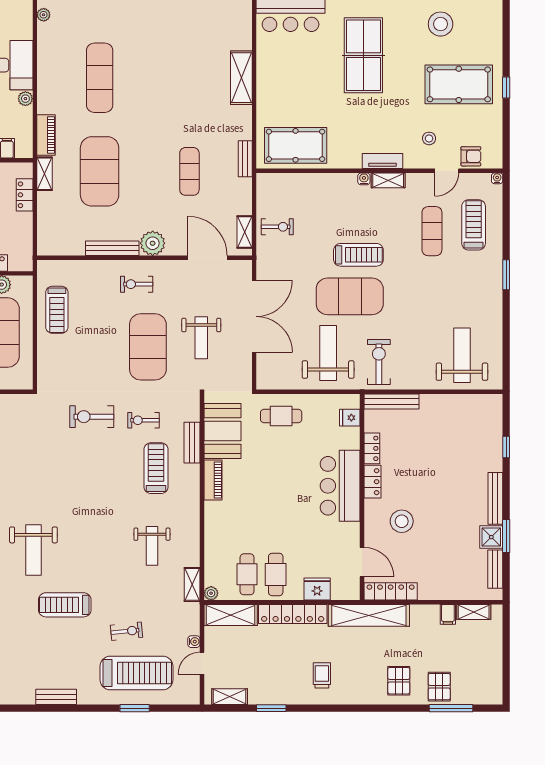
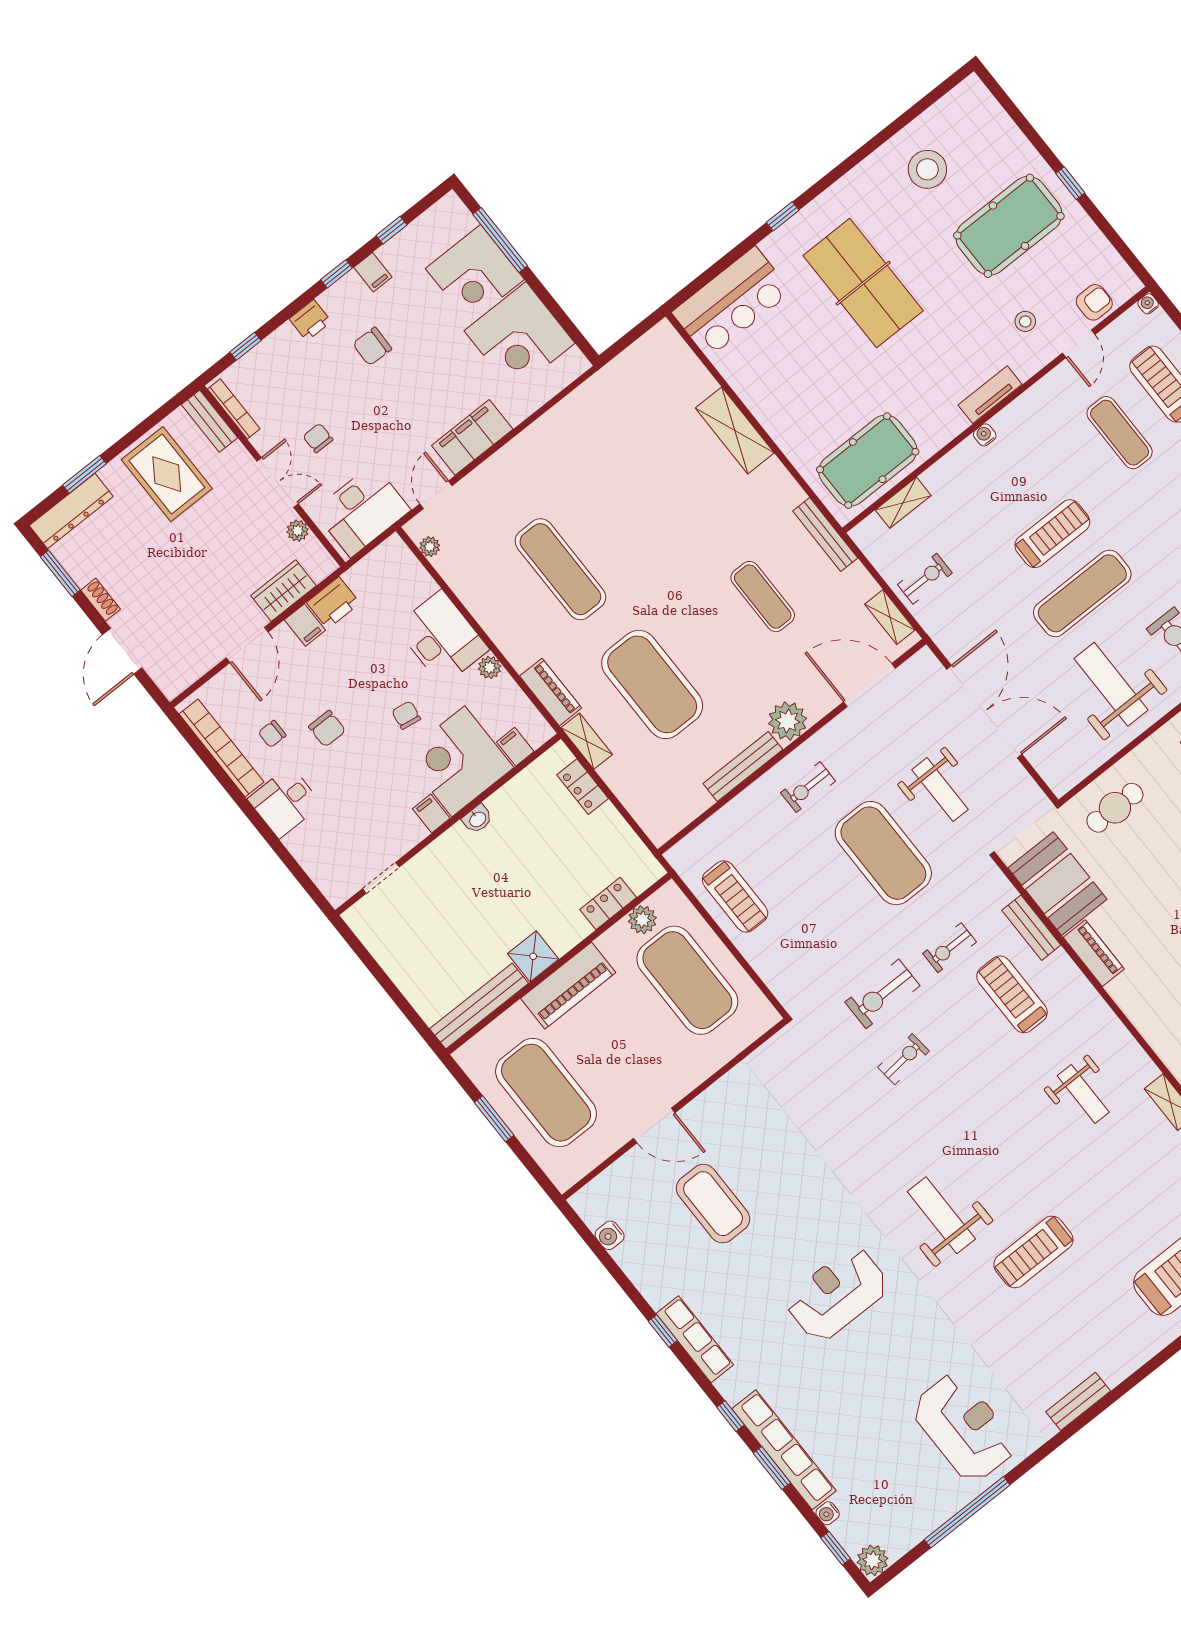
bench: (245, 159) -> (825, 535), width x1.36
shelving: (388, 180) -> (903, 503), moved
exercise mat: (350, 296) -> (1082, 593), width x0.68
weight bench: (33, 550) -> (941, 1215), turned 180
exercise bike: (127, 631) -> (903, 1059), moved
bench: (56, 697) -> (1078, 1401), moved

